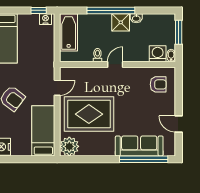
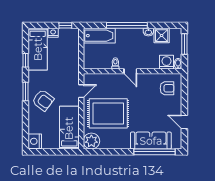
nightstand: (45, 19) -> (53, 33), moved
shower: (121, 22) -> (162, 36), moved
bathtub: (69, 32) -> (99, 36), moved, turned 90
door: (115, 64) -> (130, 71), swing flipped

